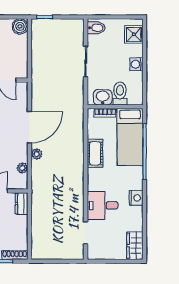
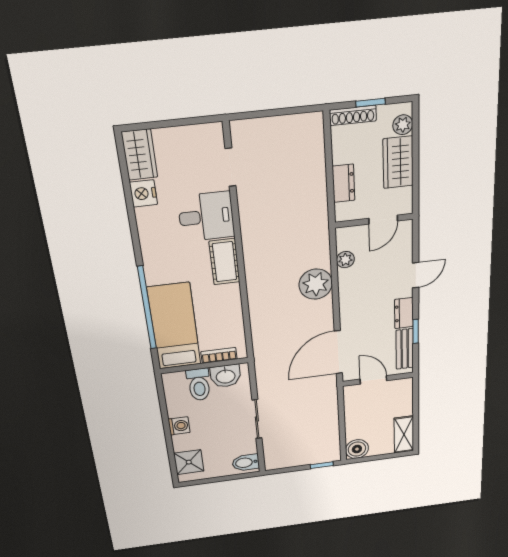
door: (29, 127) -> (338, 352), moved
cot: (95, 153) -> (225, 262), moved
plant: (37, 154) -> (316, 284), width x1.88, depth x1.88
nightstand: (136, 198) -> (143, 193), moved
dresser: (22, 204) -> (344, 183), moved

